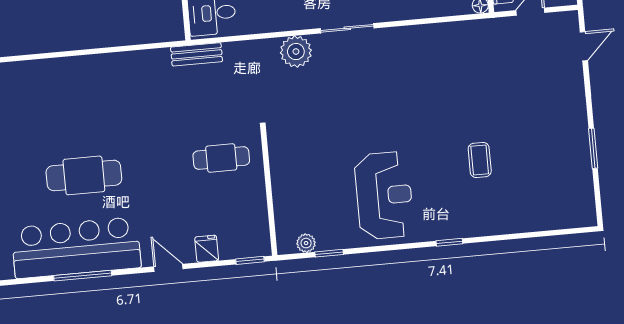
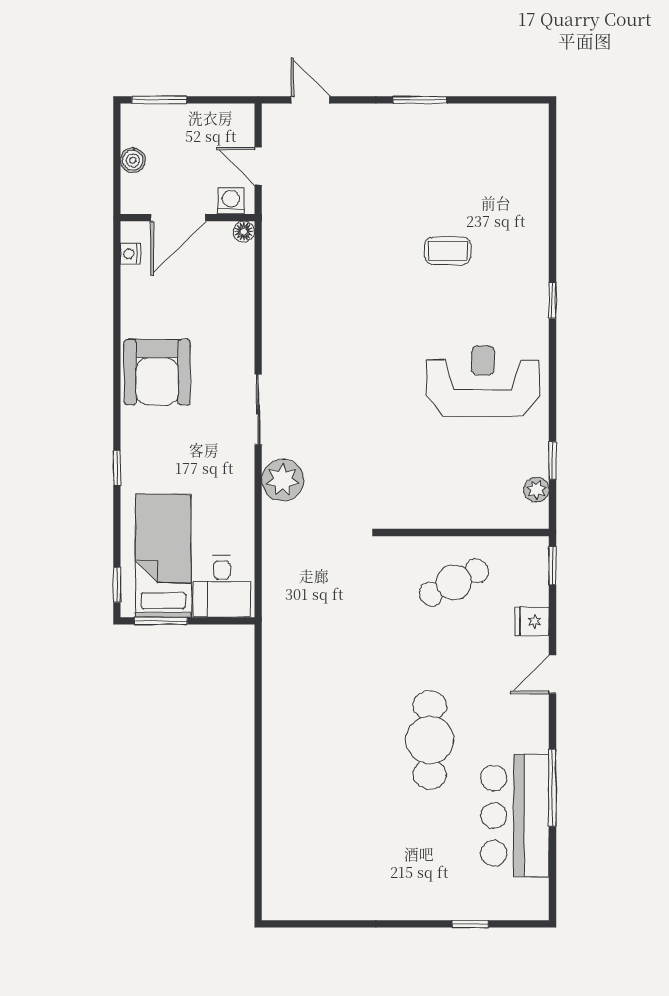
bench: (197, 54) -> (274, 611), removed
window: (593, 148) -> (420, 100), moved
cafe table: (221, 158) -> (454, 582), moved, turned 63
cafe table: (84, 175) -> (430, 740), moved
bar counter: (76, 248) -> (515, 816), width x0.73

